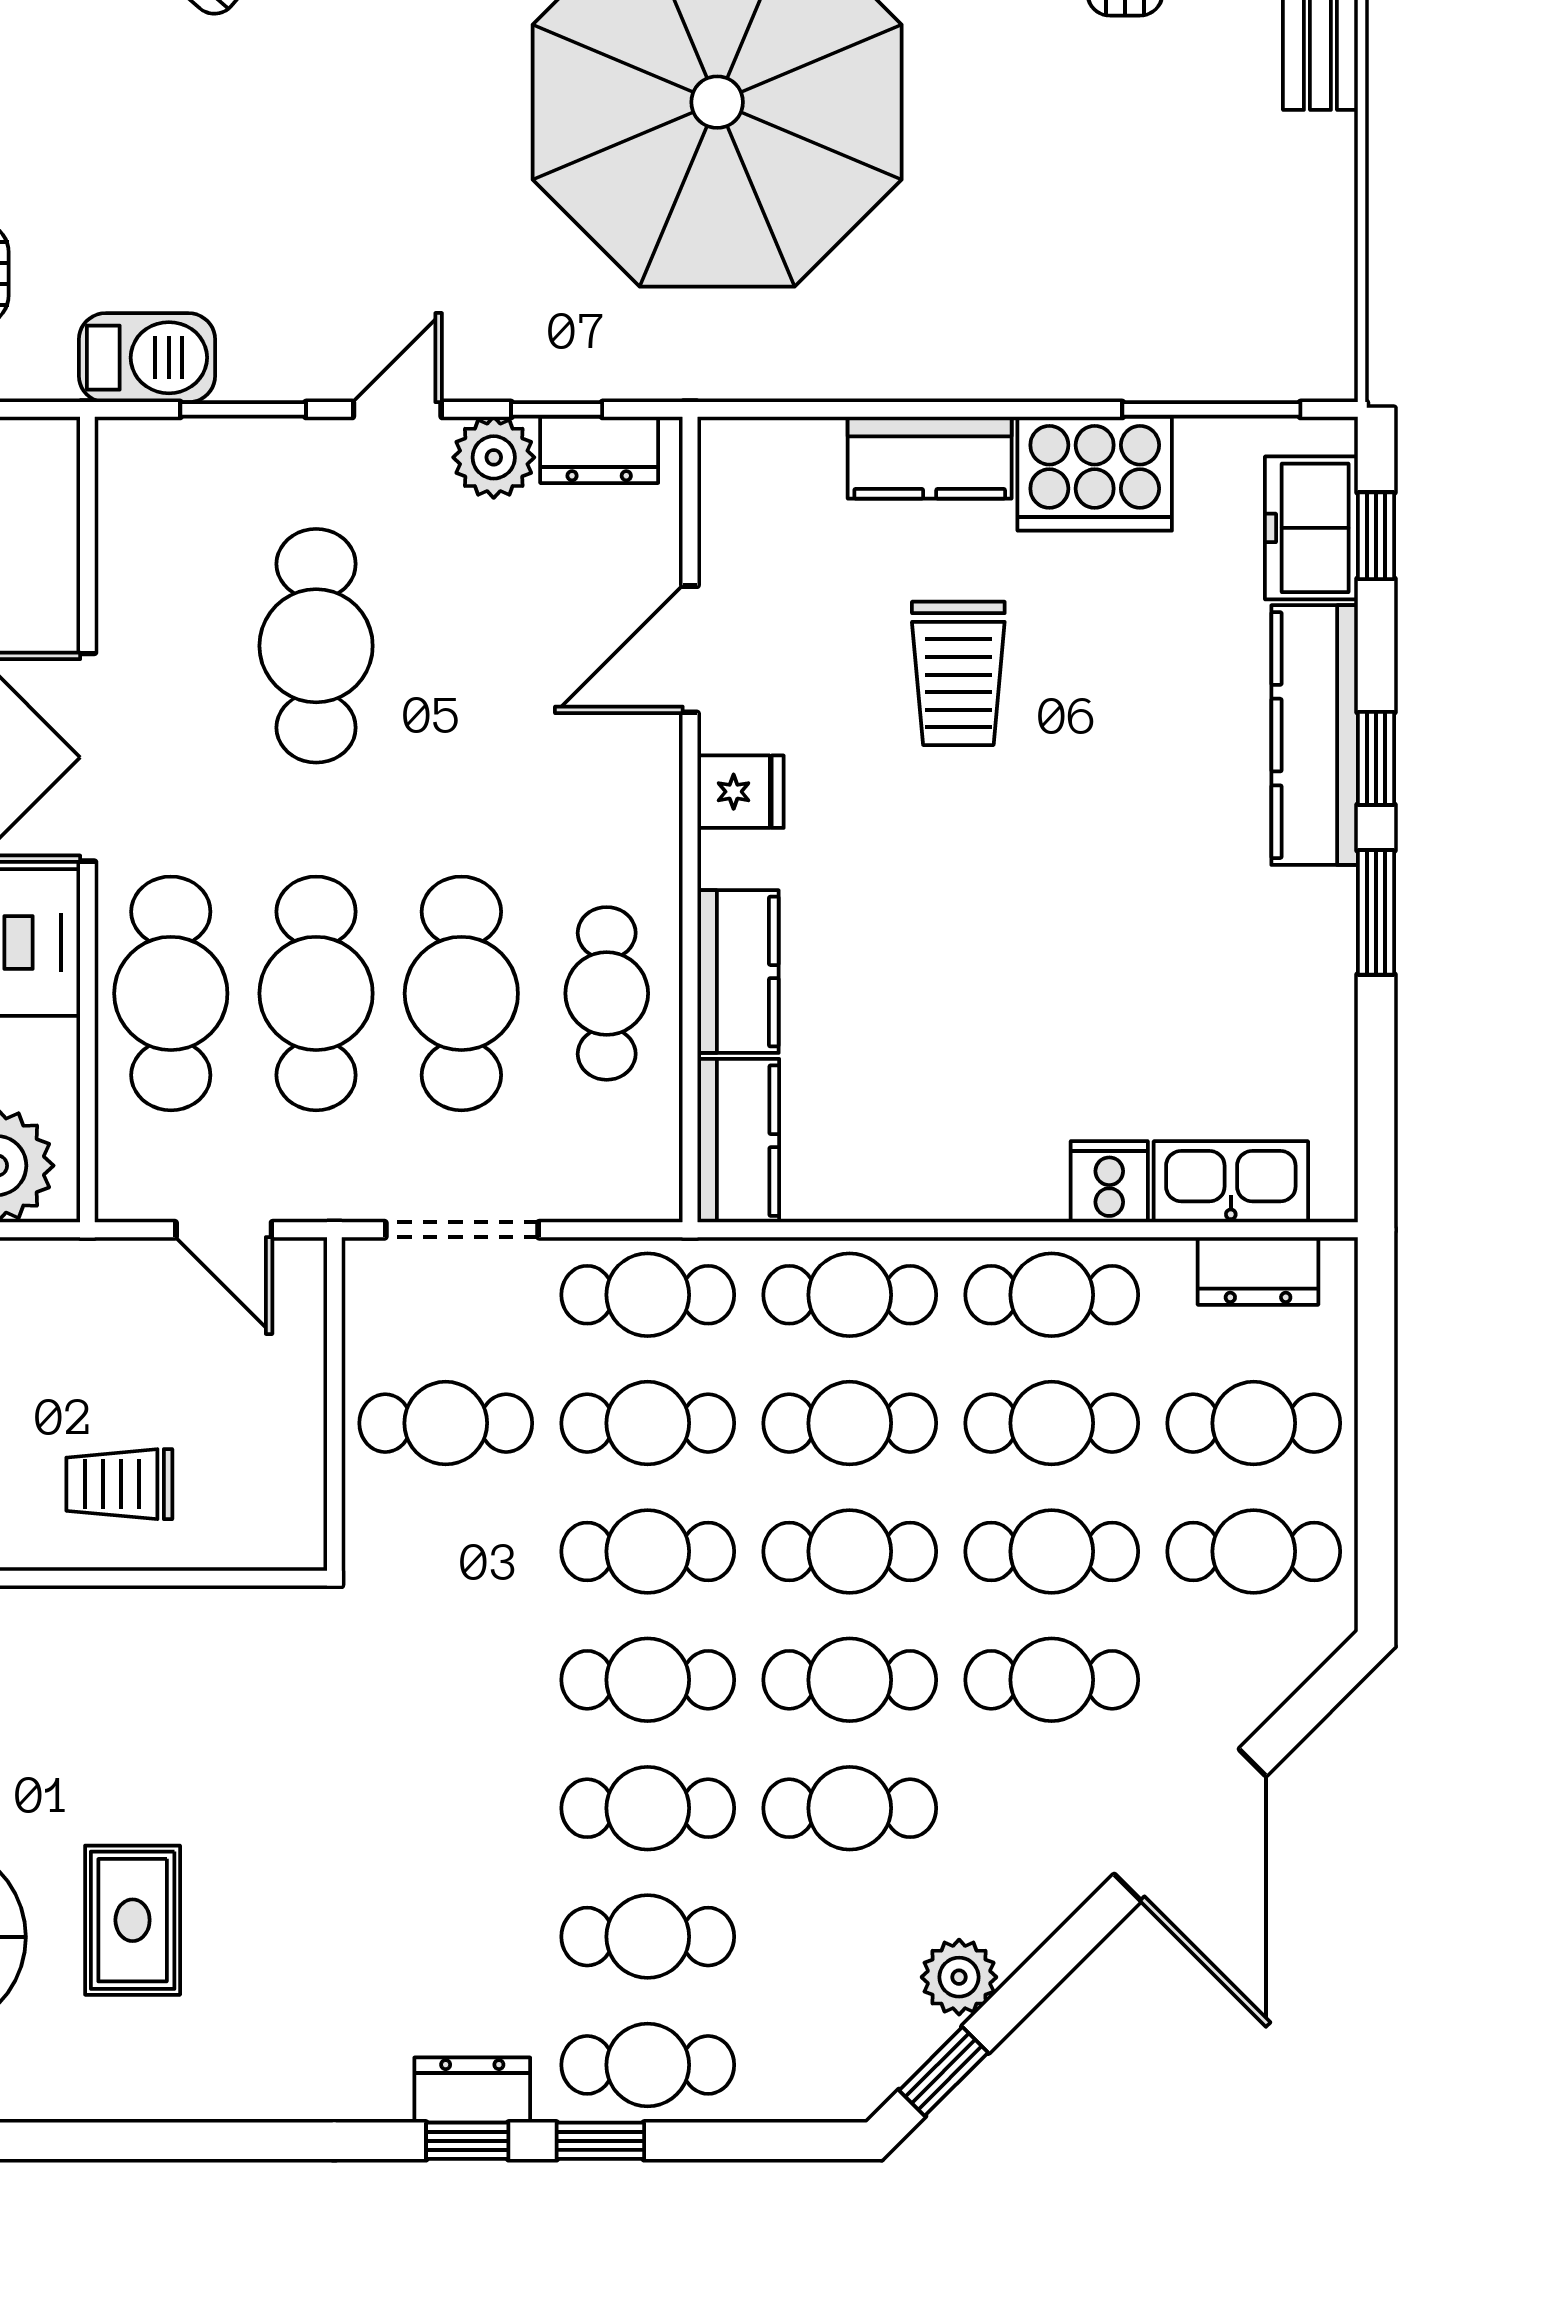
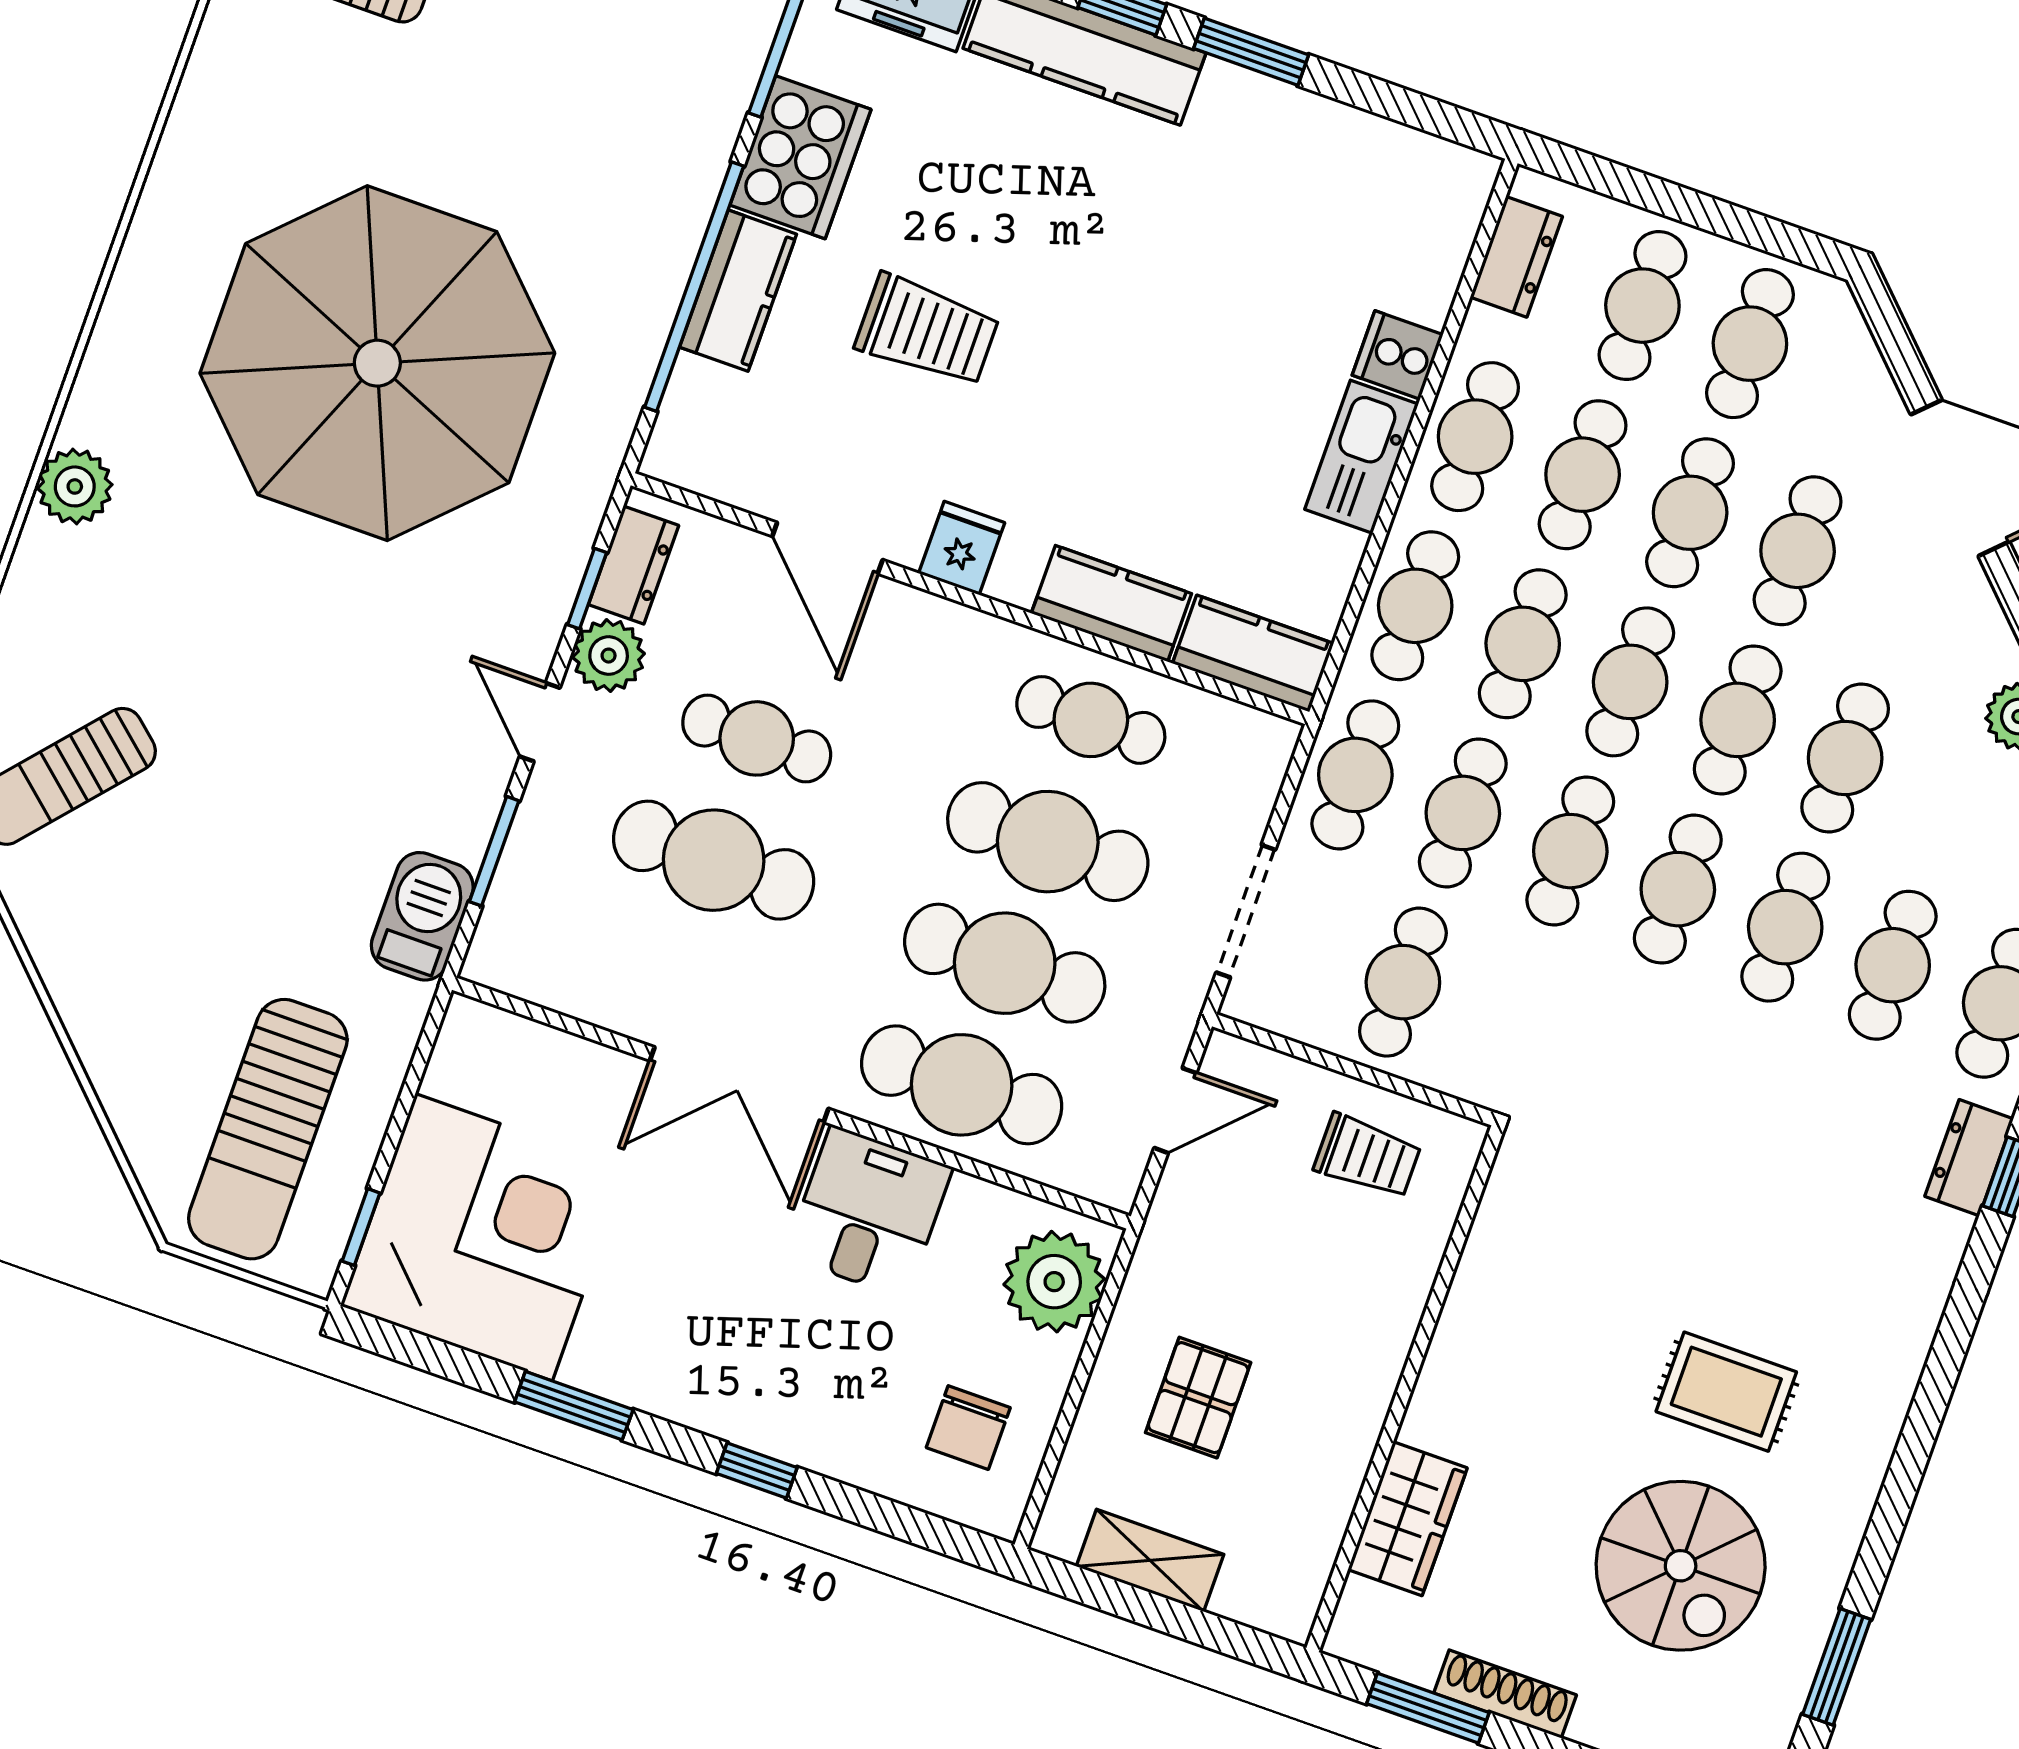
window: (917, 409) -> (694, 287), added
cafe table: (461, 646) -> (757, 738), added
kitchen sink: (1231, 1182) -> (1362, 457), moved
trolley: (119, 1484) -> (1367, 1156), moved, turned -90

